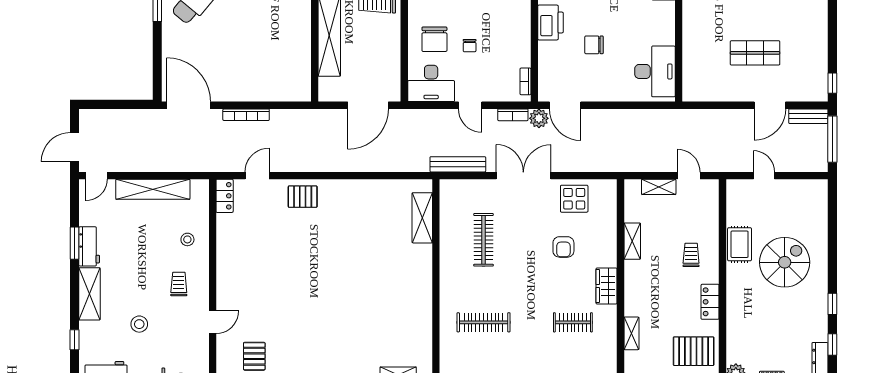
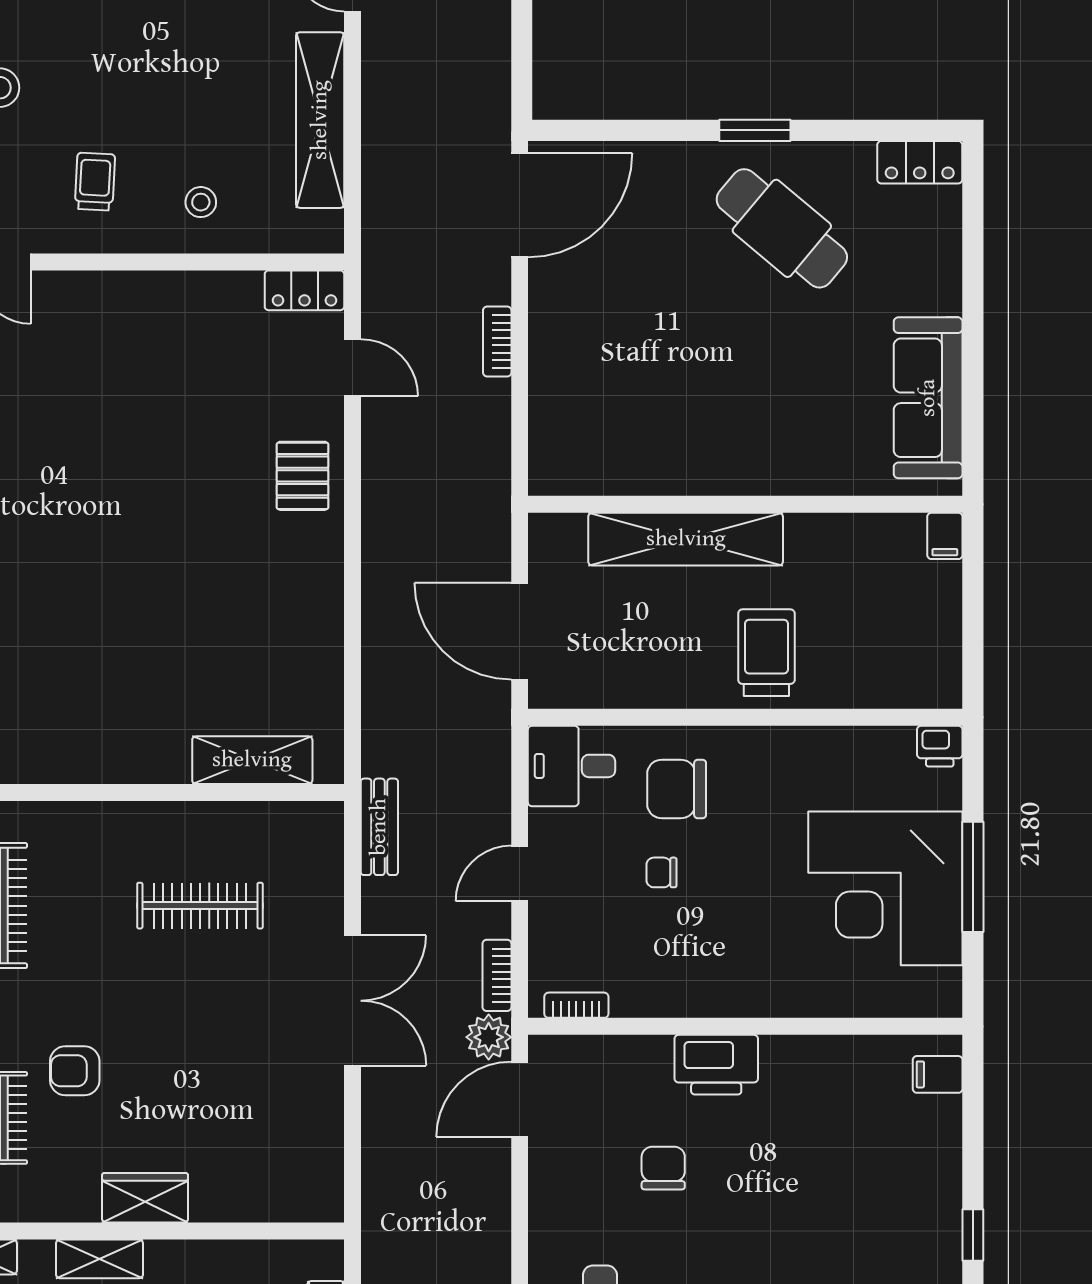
desk: (431, 83) -> (572, 766), width x0.73
bookcase: (246, 115) -> (497, 341), width x0.64
bench: (458, 164) -> (379, 827), width x0.73
display table: (574, 199) -> (298, 1121), removed
shelving: (632, 241) -> (100, 1259), moved
armchair: (563, 247) -> (75, 1071), moved
trolley: (179, 284) -> (95, 182), turned -87
wardrobe: (607, 286) -> (145, 1198), moved

